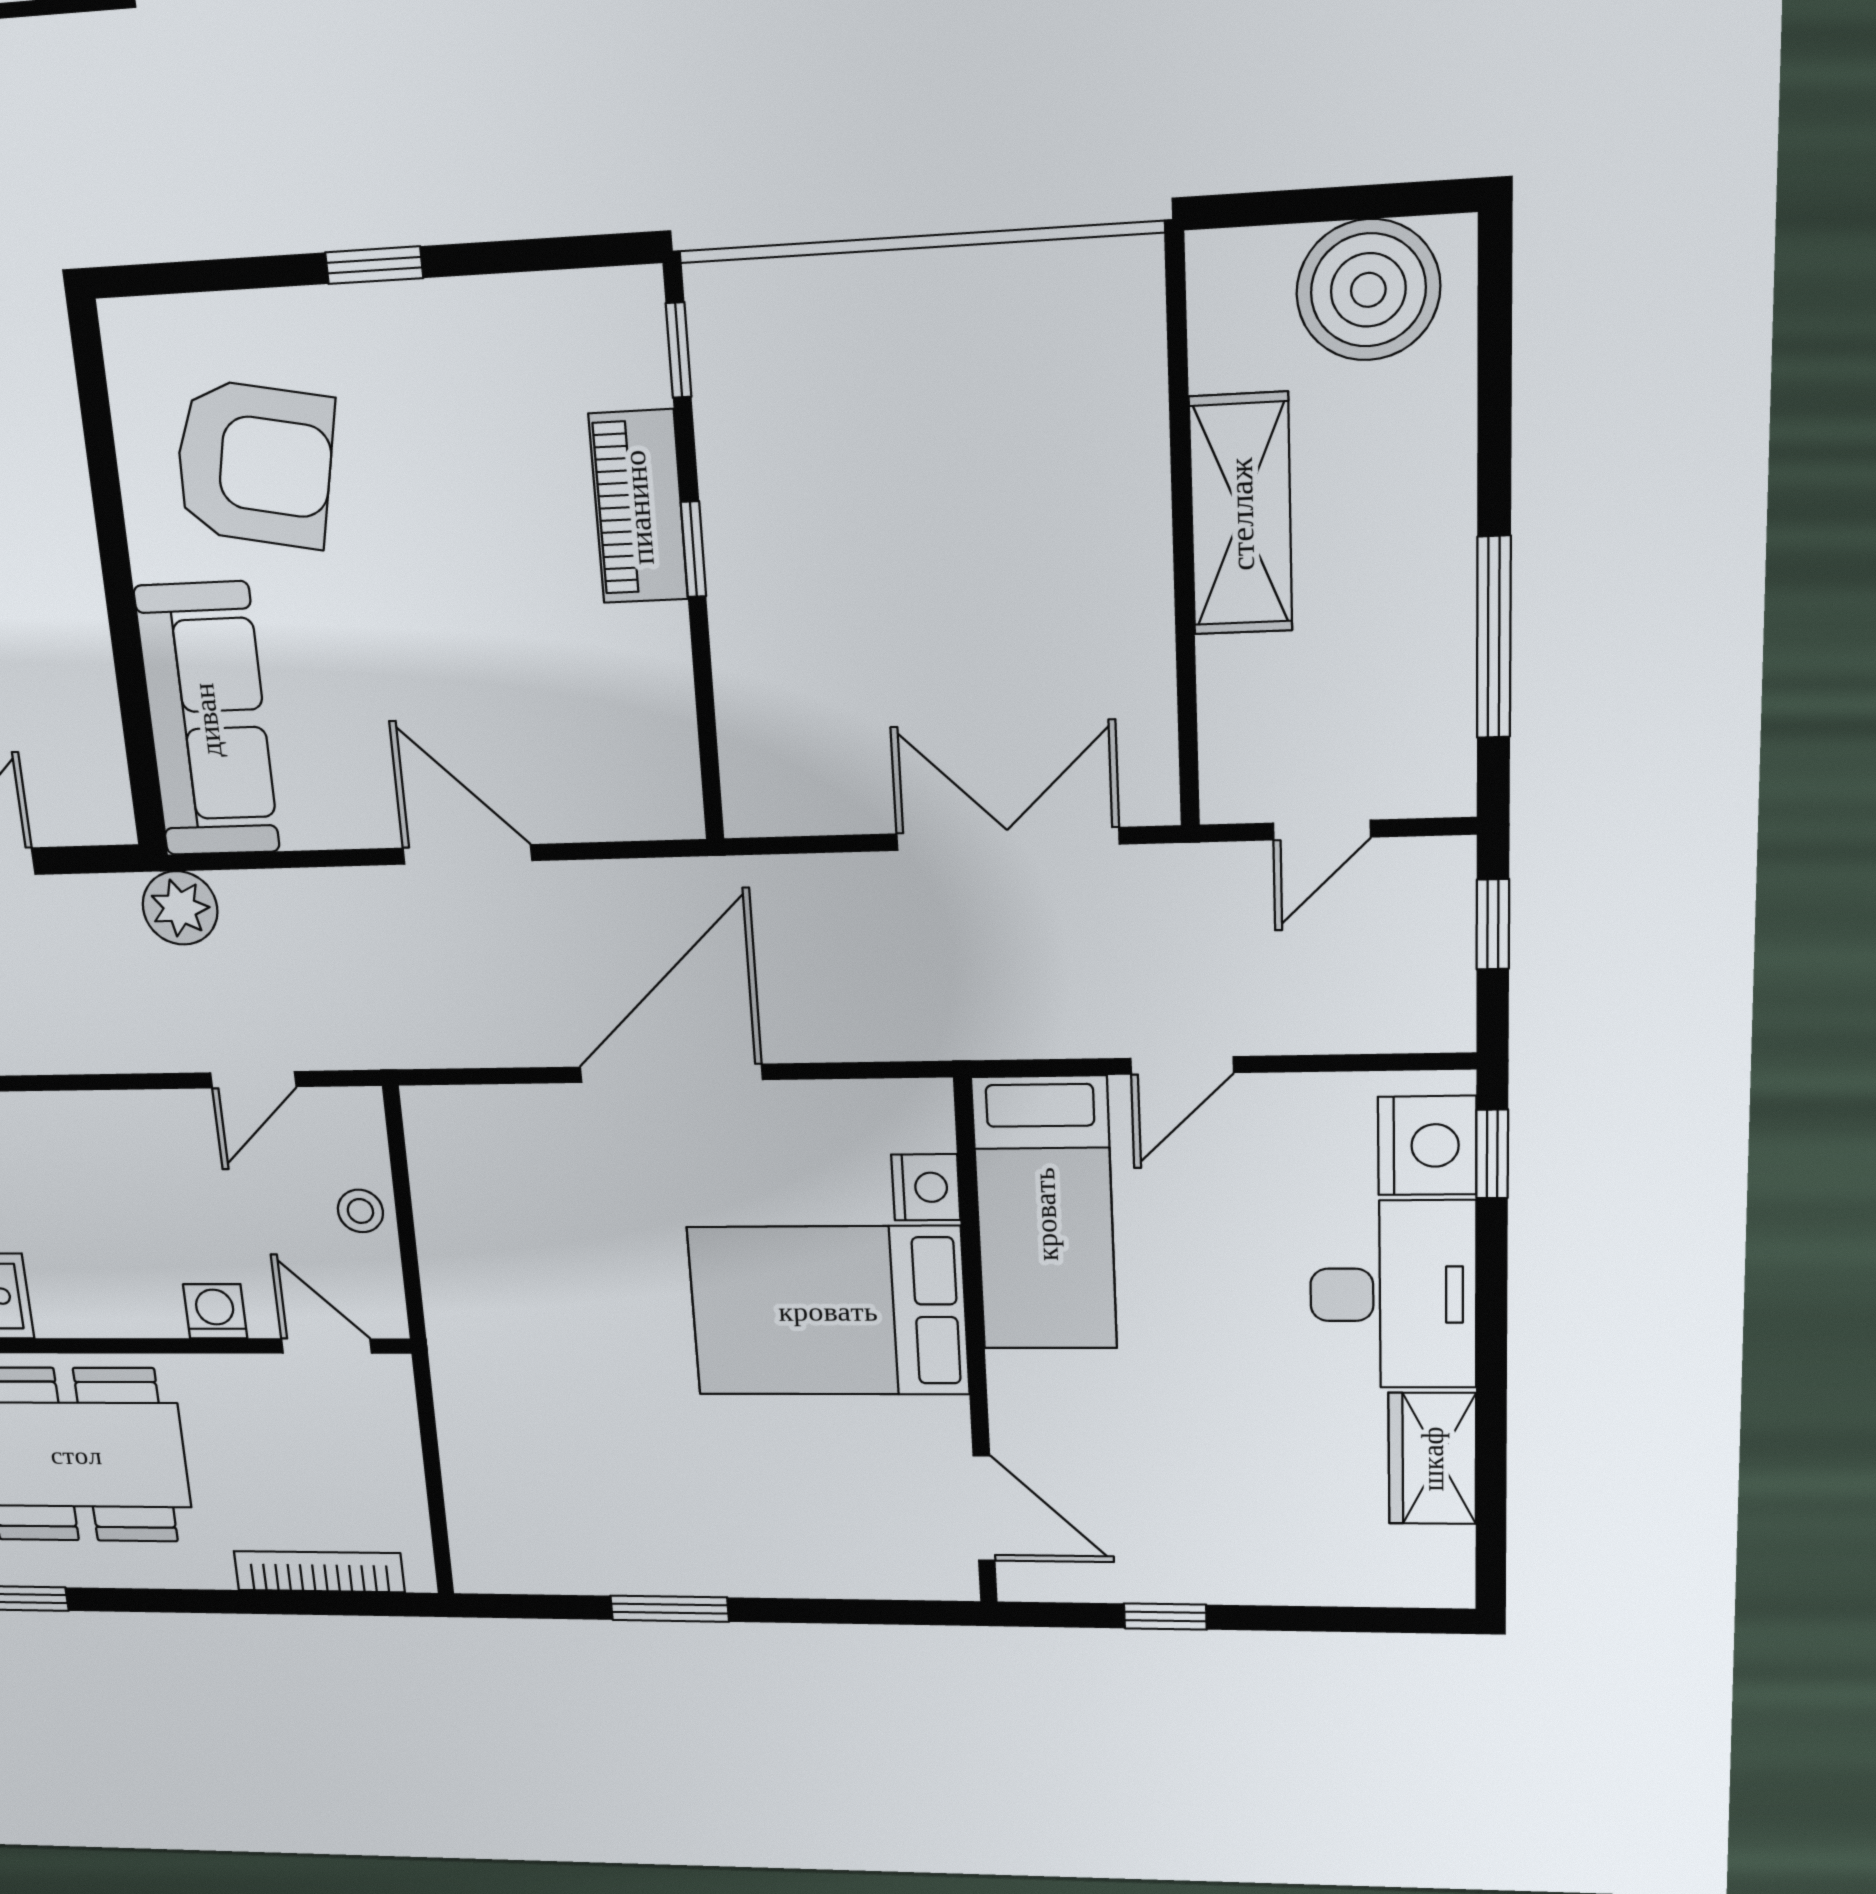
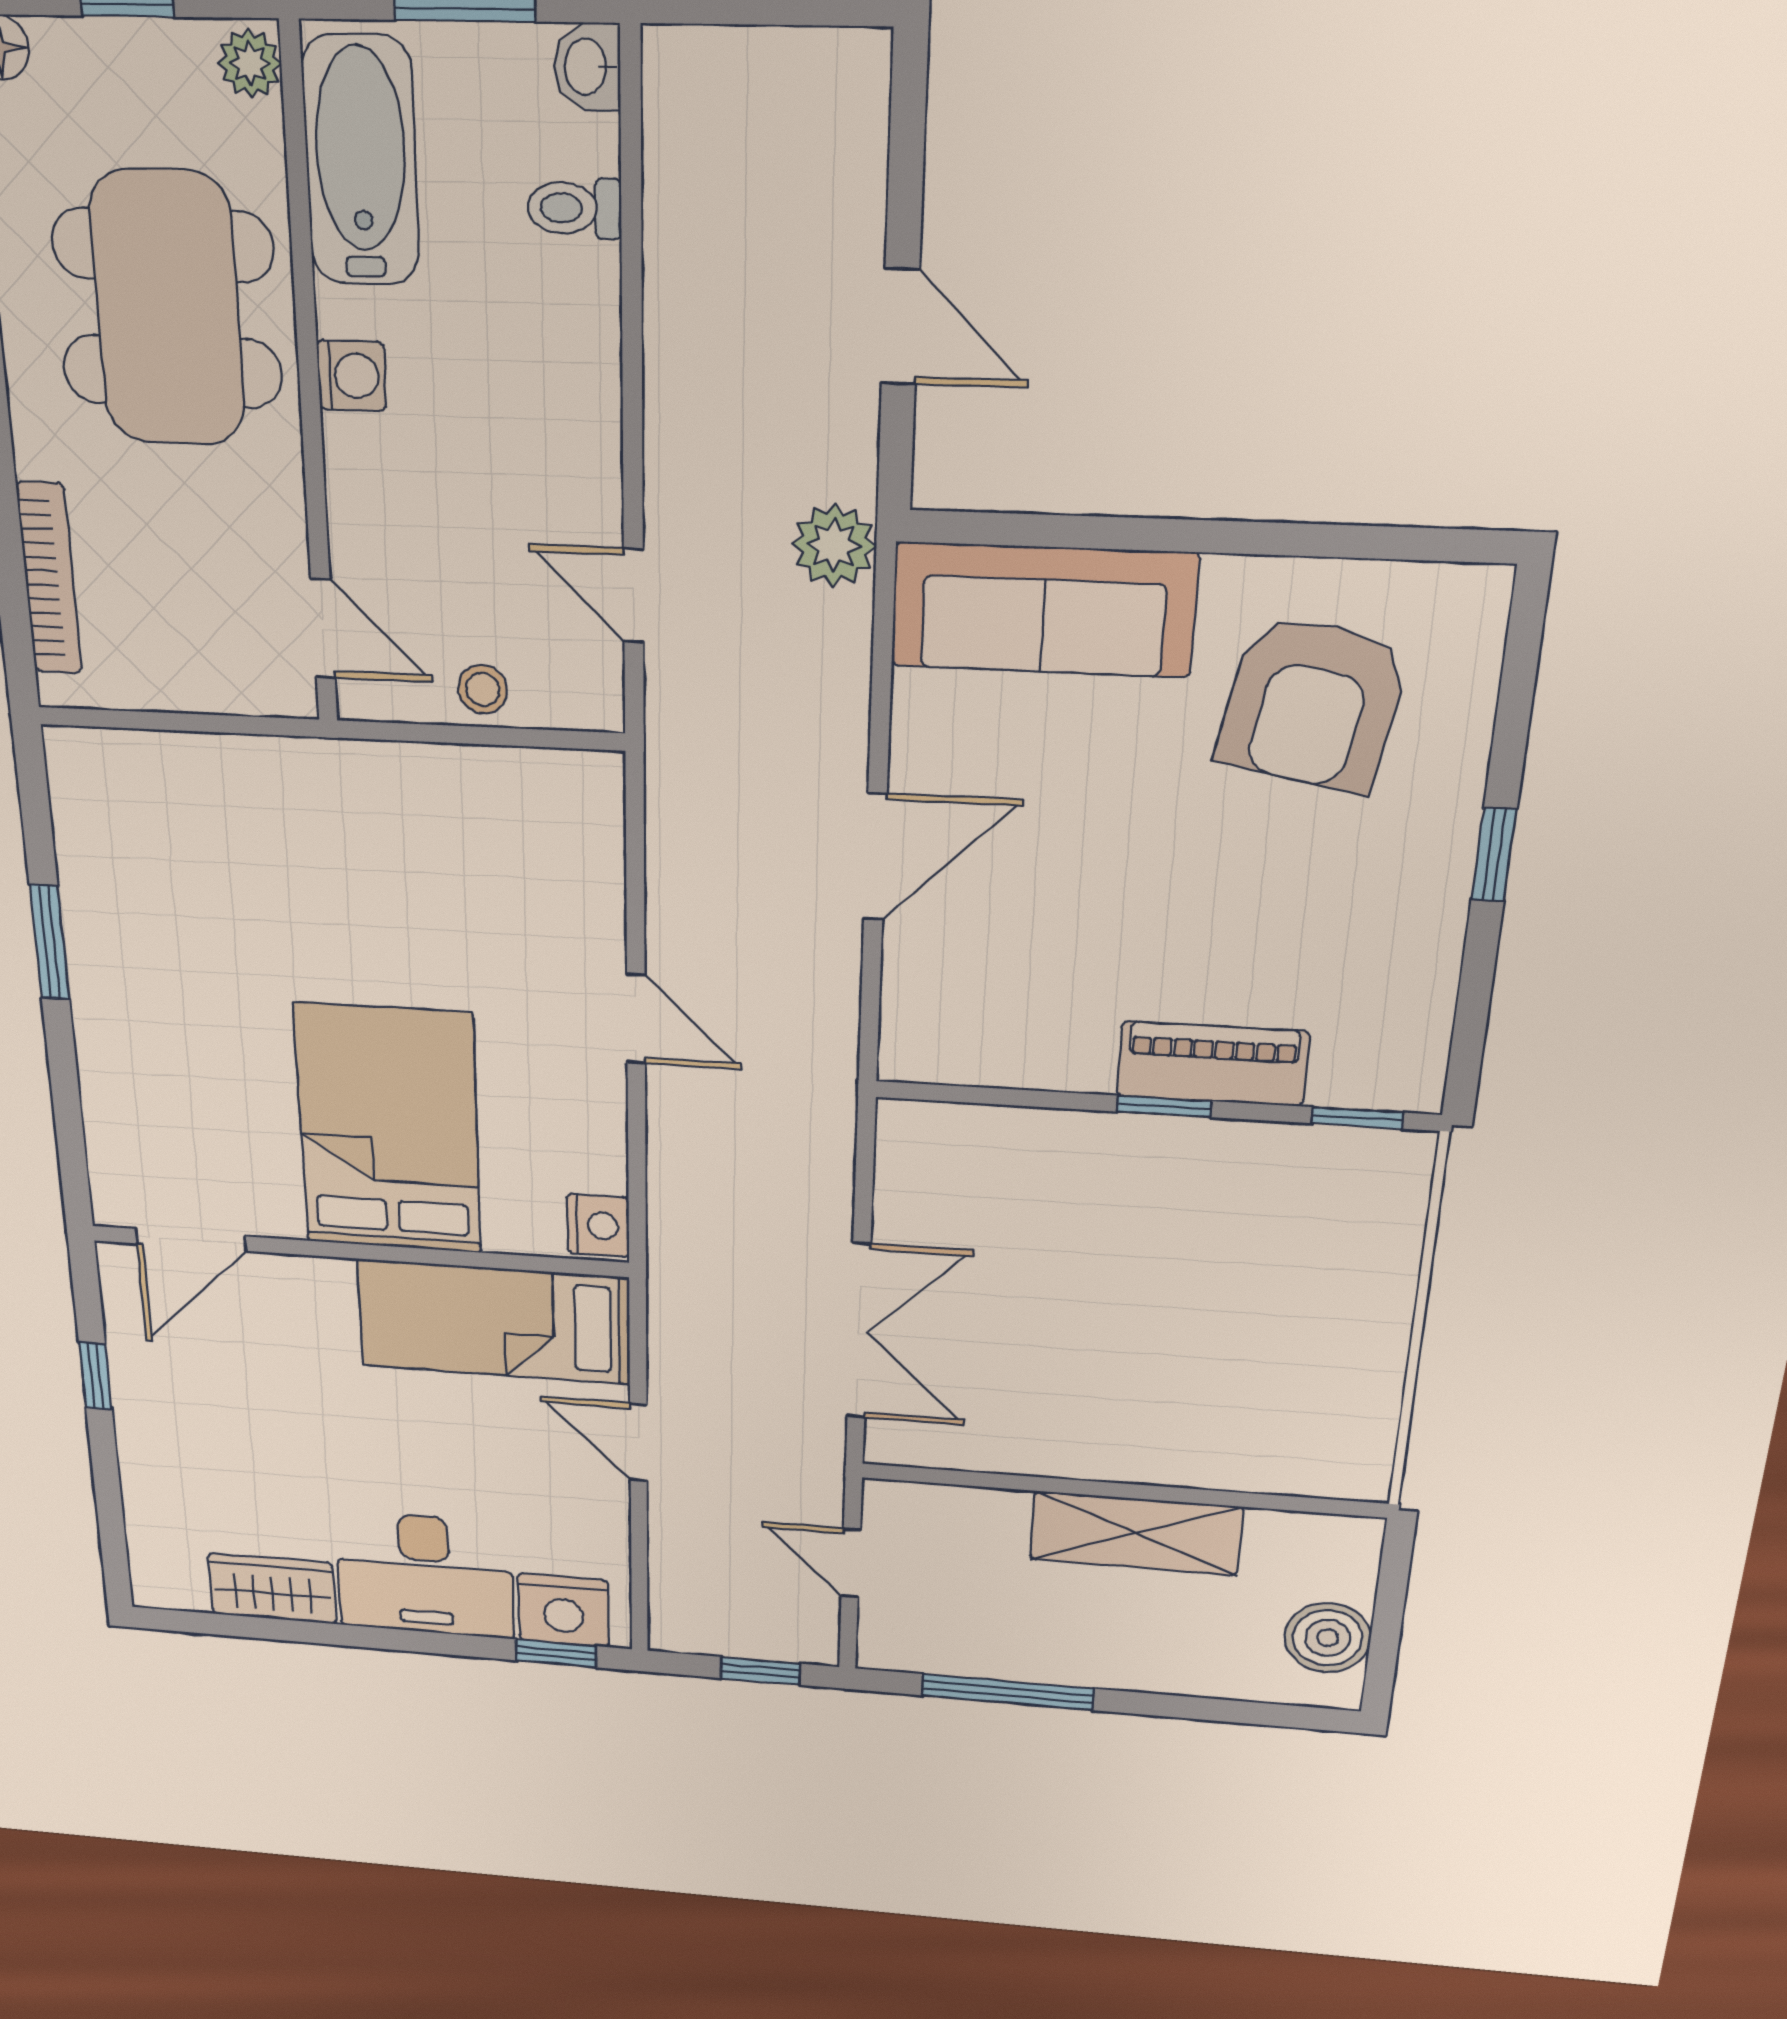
boiler: (1368, 290) -> (1328, 1638), width x0.73, depth x0.73
door: (671, 1073) -> (636, 1019), width x0.53
nightstand: (926, 1187) -> (598, 1225), moved, turned -90
washing machine: (215, 1311) -> (352, 376), moved
door: (326, 1346) -> (323, 628), hinge flipped

